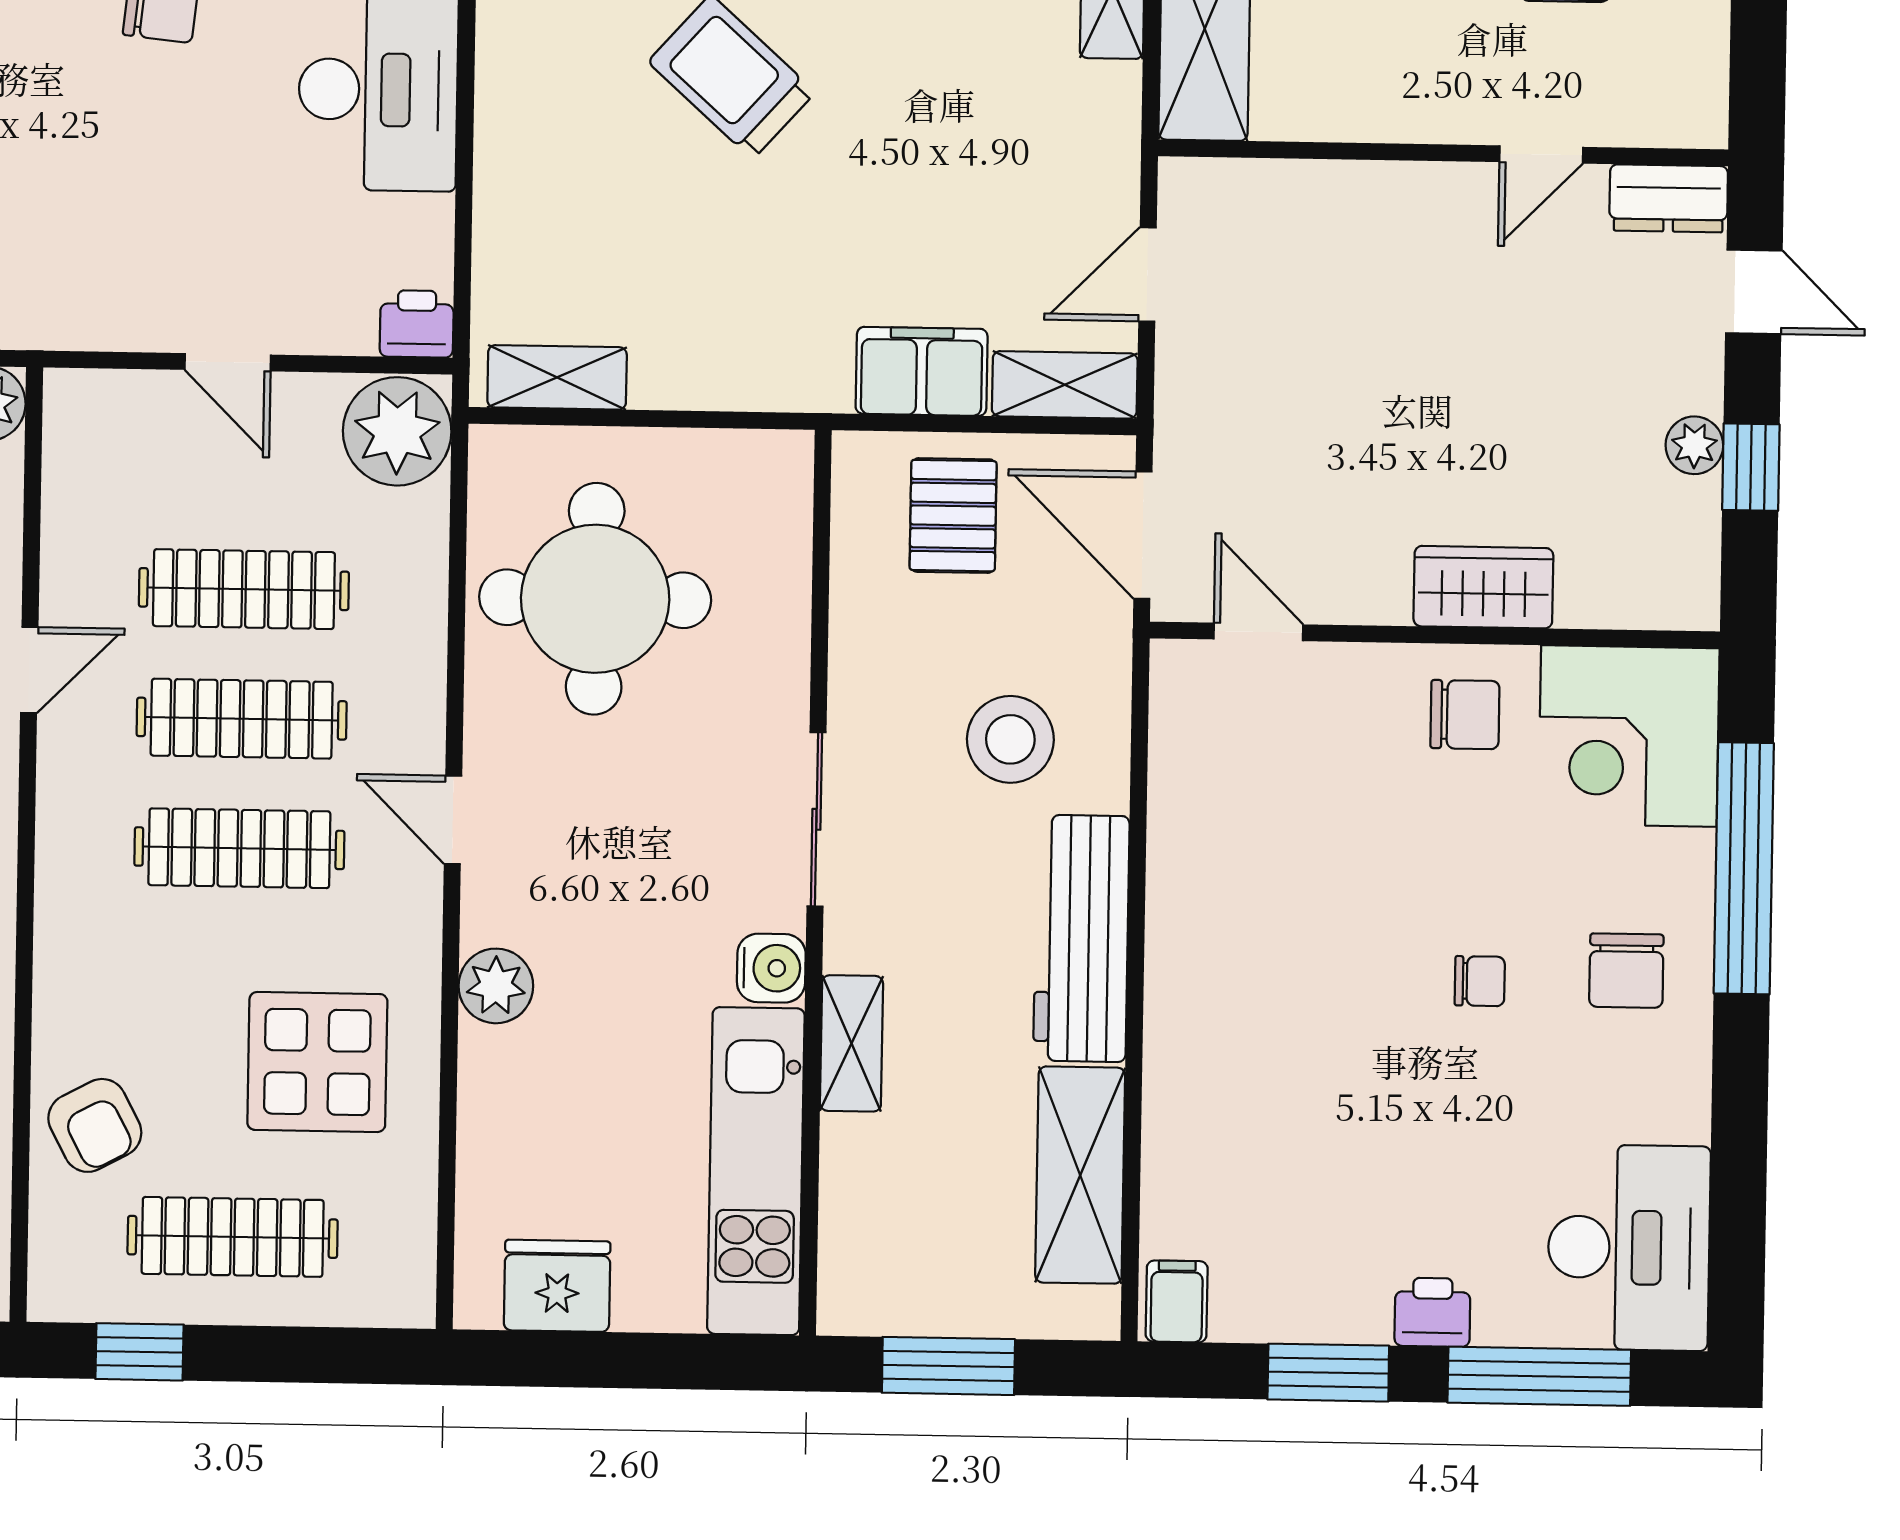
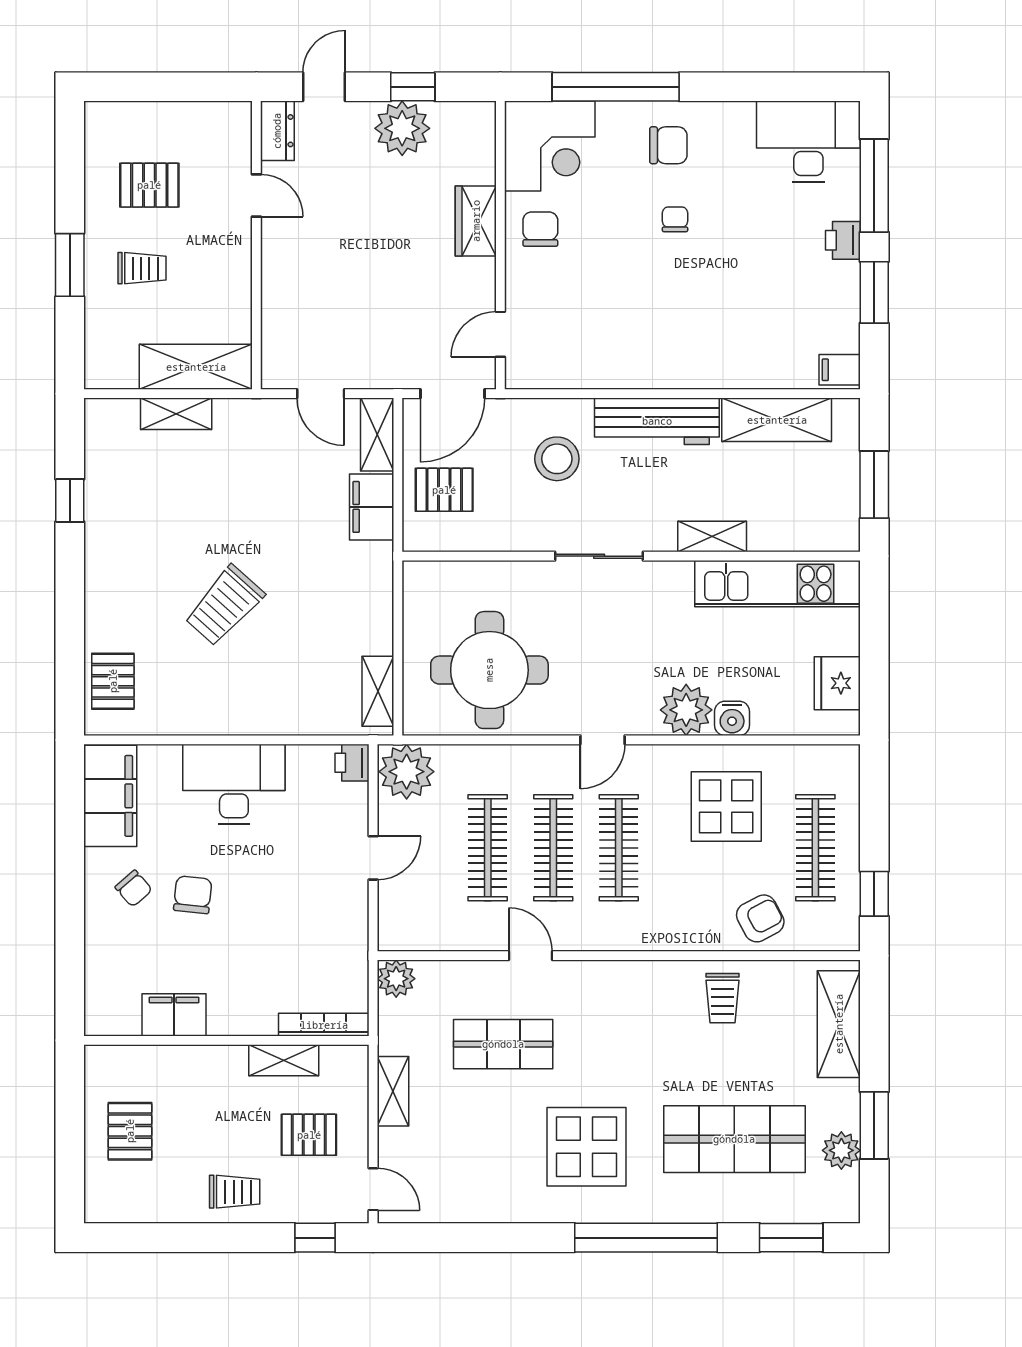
plant: (1694, 445) -> (402, 128), width x1.87, depth x1.87
water cooler: (771, 968) -> (732, 718), moved, turned 180
plant: (496, 986) -> (686, 710), width x1.36, depth x1.36

